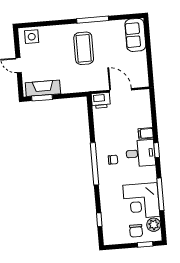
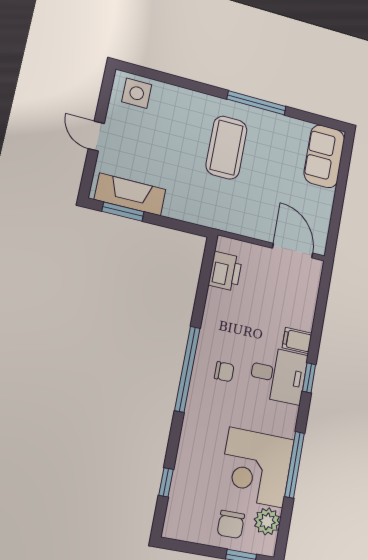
door: (121, 90) -> (293, 251), moved
printer: (101, 100) -> (225, 271), moved, turned -90

